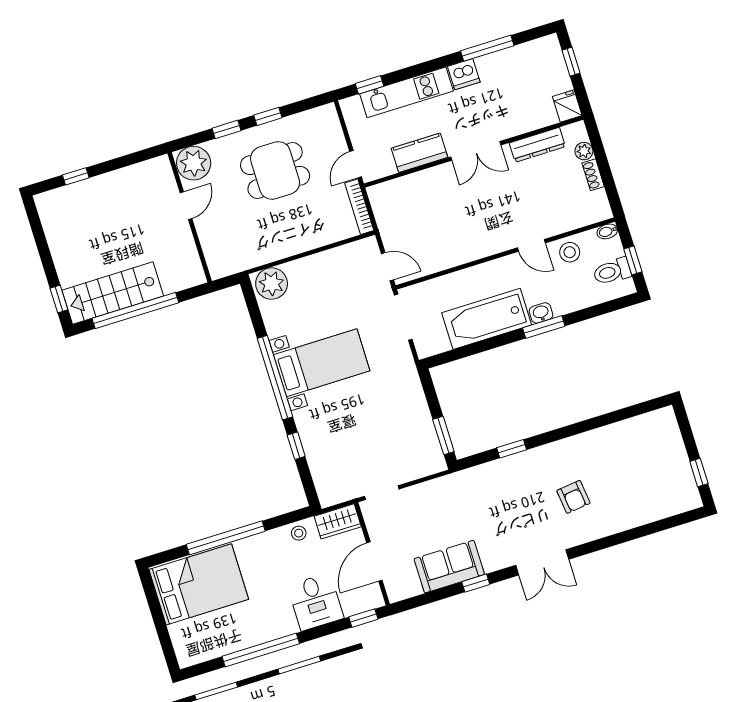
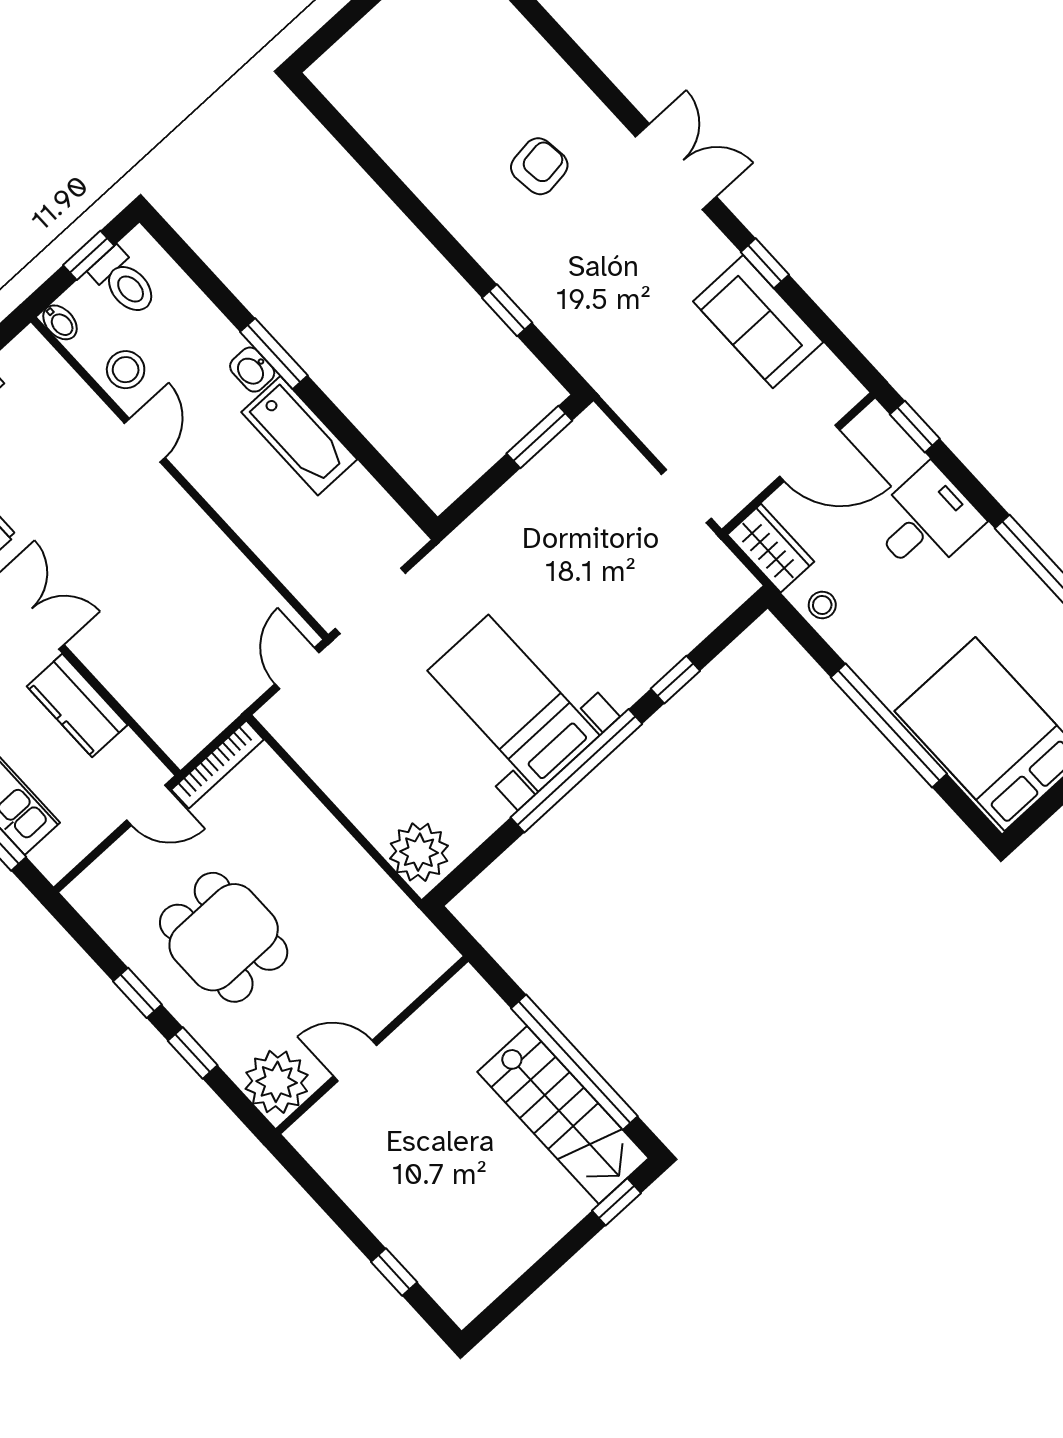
bathtub: (487, 319) -> (299, 436), width x0.73, depth x0.73

